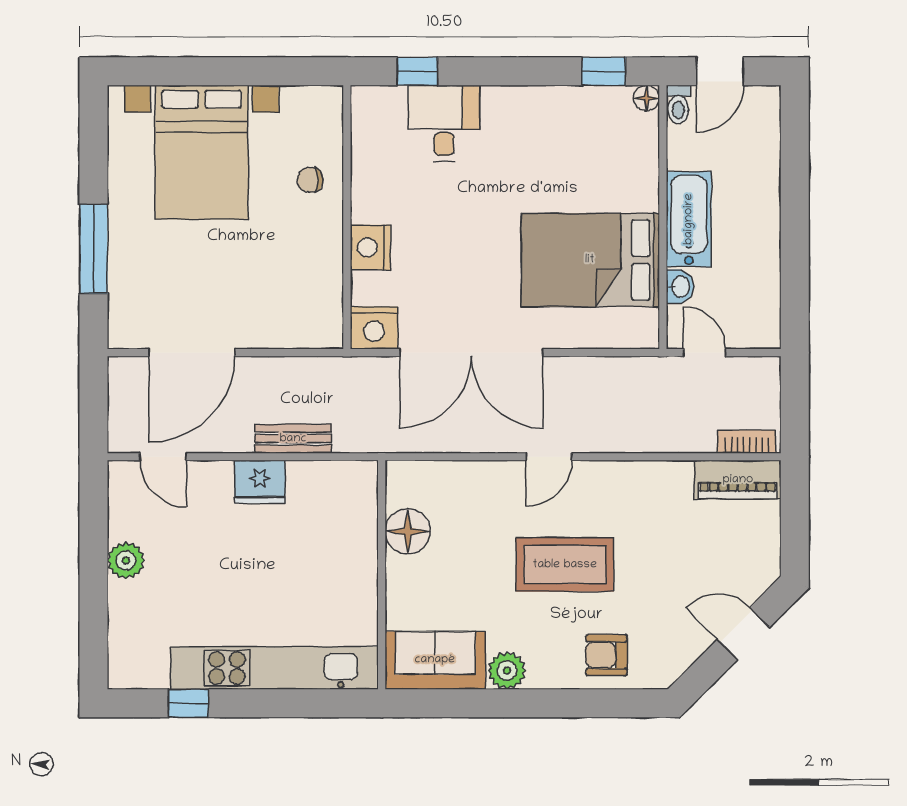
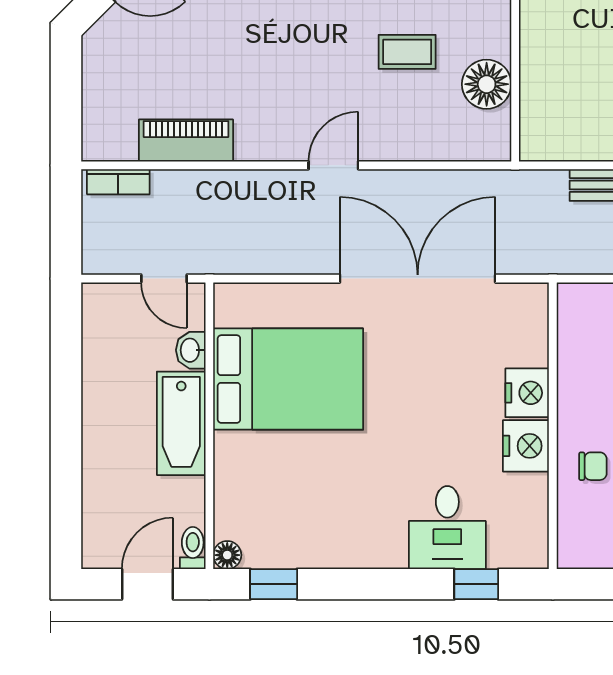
nightstand: (374, 328) -> (526, 446), moved, turned 90
piano: (738, 480) -> (186, 140), moved
coffee table: (565, 565) -> (407, 52), moved, width x0.54, depth x0.58

